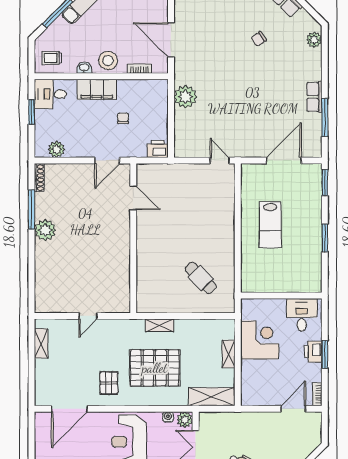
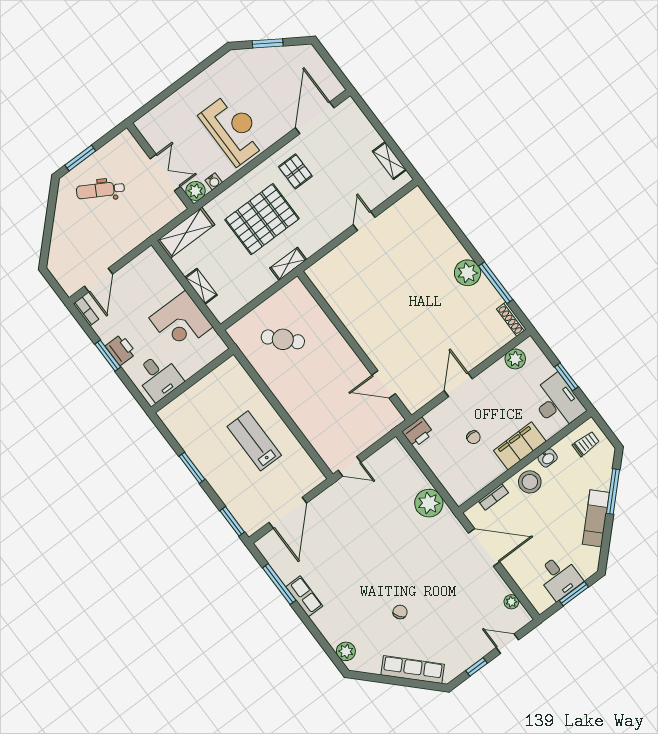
desk: (50, 94) -> (557, 403), width x1.37
door: (133, 198) -> (384, 384), moved
wall: (133, 238) -> (354, 346), moved

